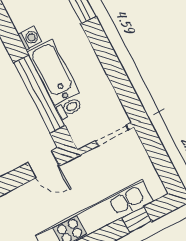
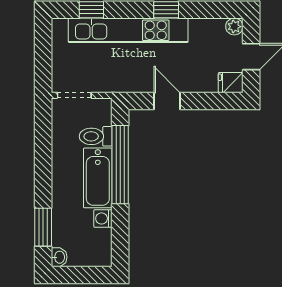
toilet: (69, 108) -> (96, 136), width x1.37, depth x1.39
door: (44, 164) -> (167, 101), moved

